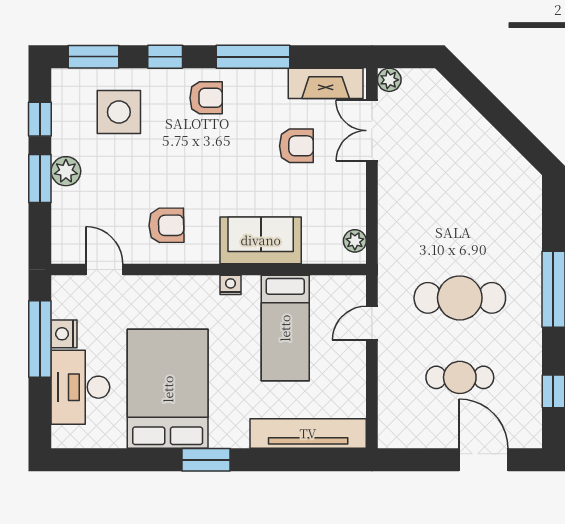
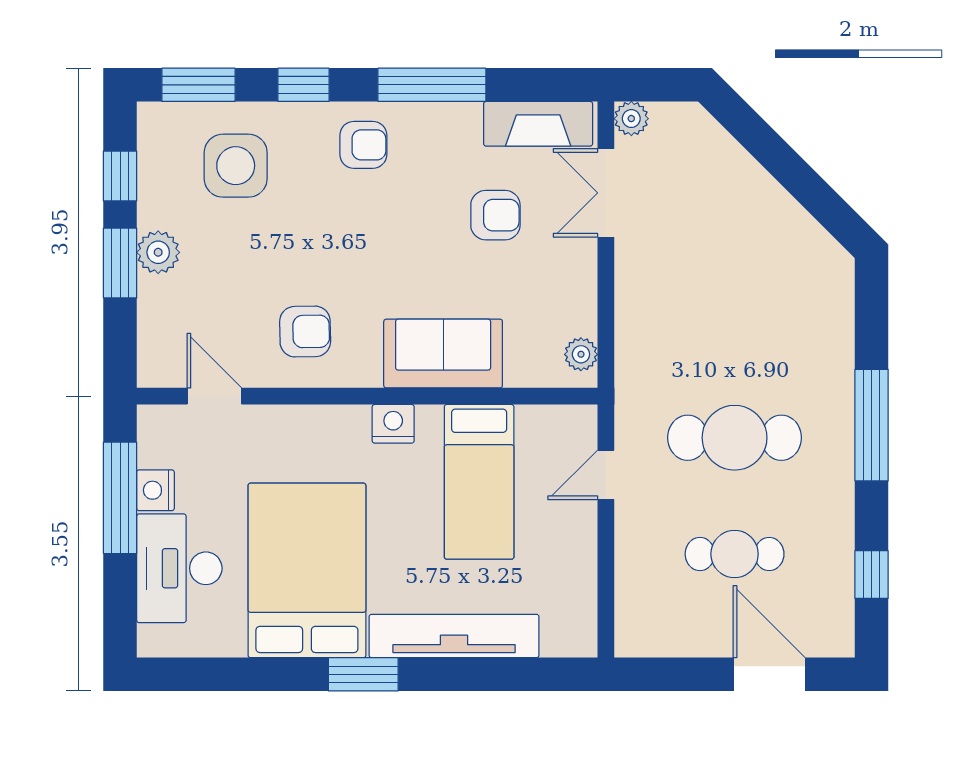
nightstand: (231, 285) -> (393, 424), width x1.39, depth x1.35
tv unit: (308, 433) -> (454, 636), moved

